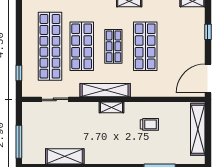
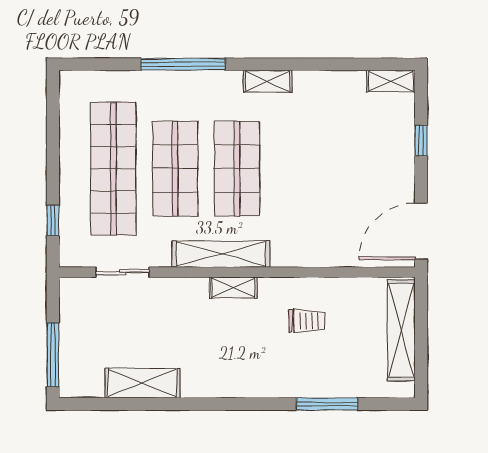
shop shelf: (113, 46) -> (237, 169), width x1.43, depth x1.36
shop shelf: (145, 46) -> (299, 169), removed

